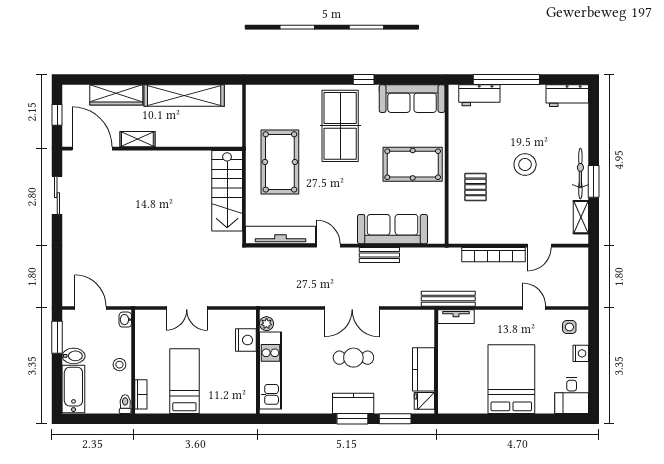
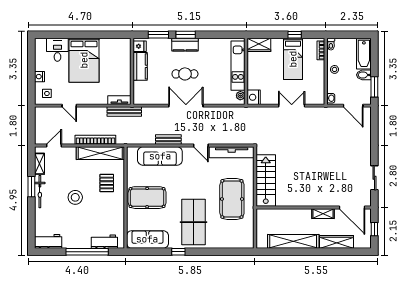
shelving: (486, 234) -> (100, 153), added
door: (539, 246) -> (54, 145), moved
nightstand: (246, 340) -> (254, 97), moved
desk: (572, 395) -> (57, 50), moved
wardrobe: (238, 403) -> (259, 45), added
window: (182, 419) -> (295, 35), added

